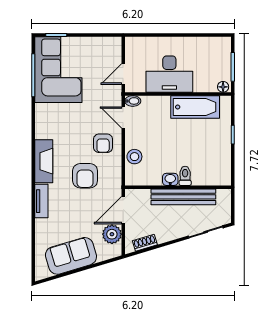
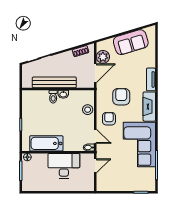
corner sofa: (58, 70) -> (139, 145), moved

